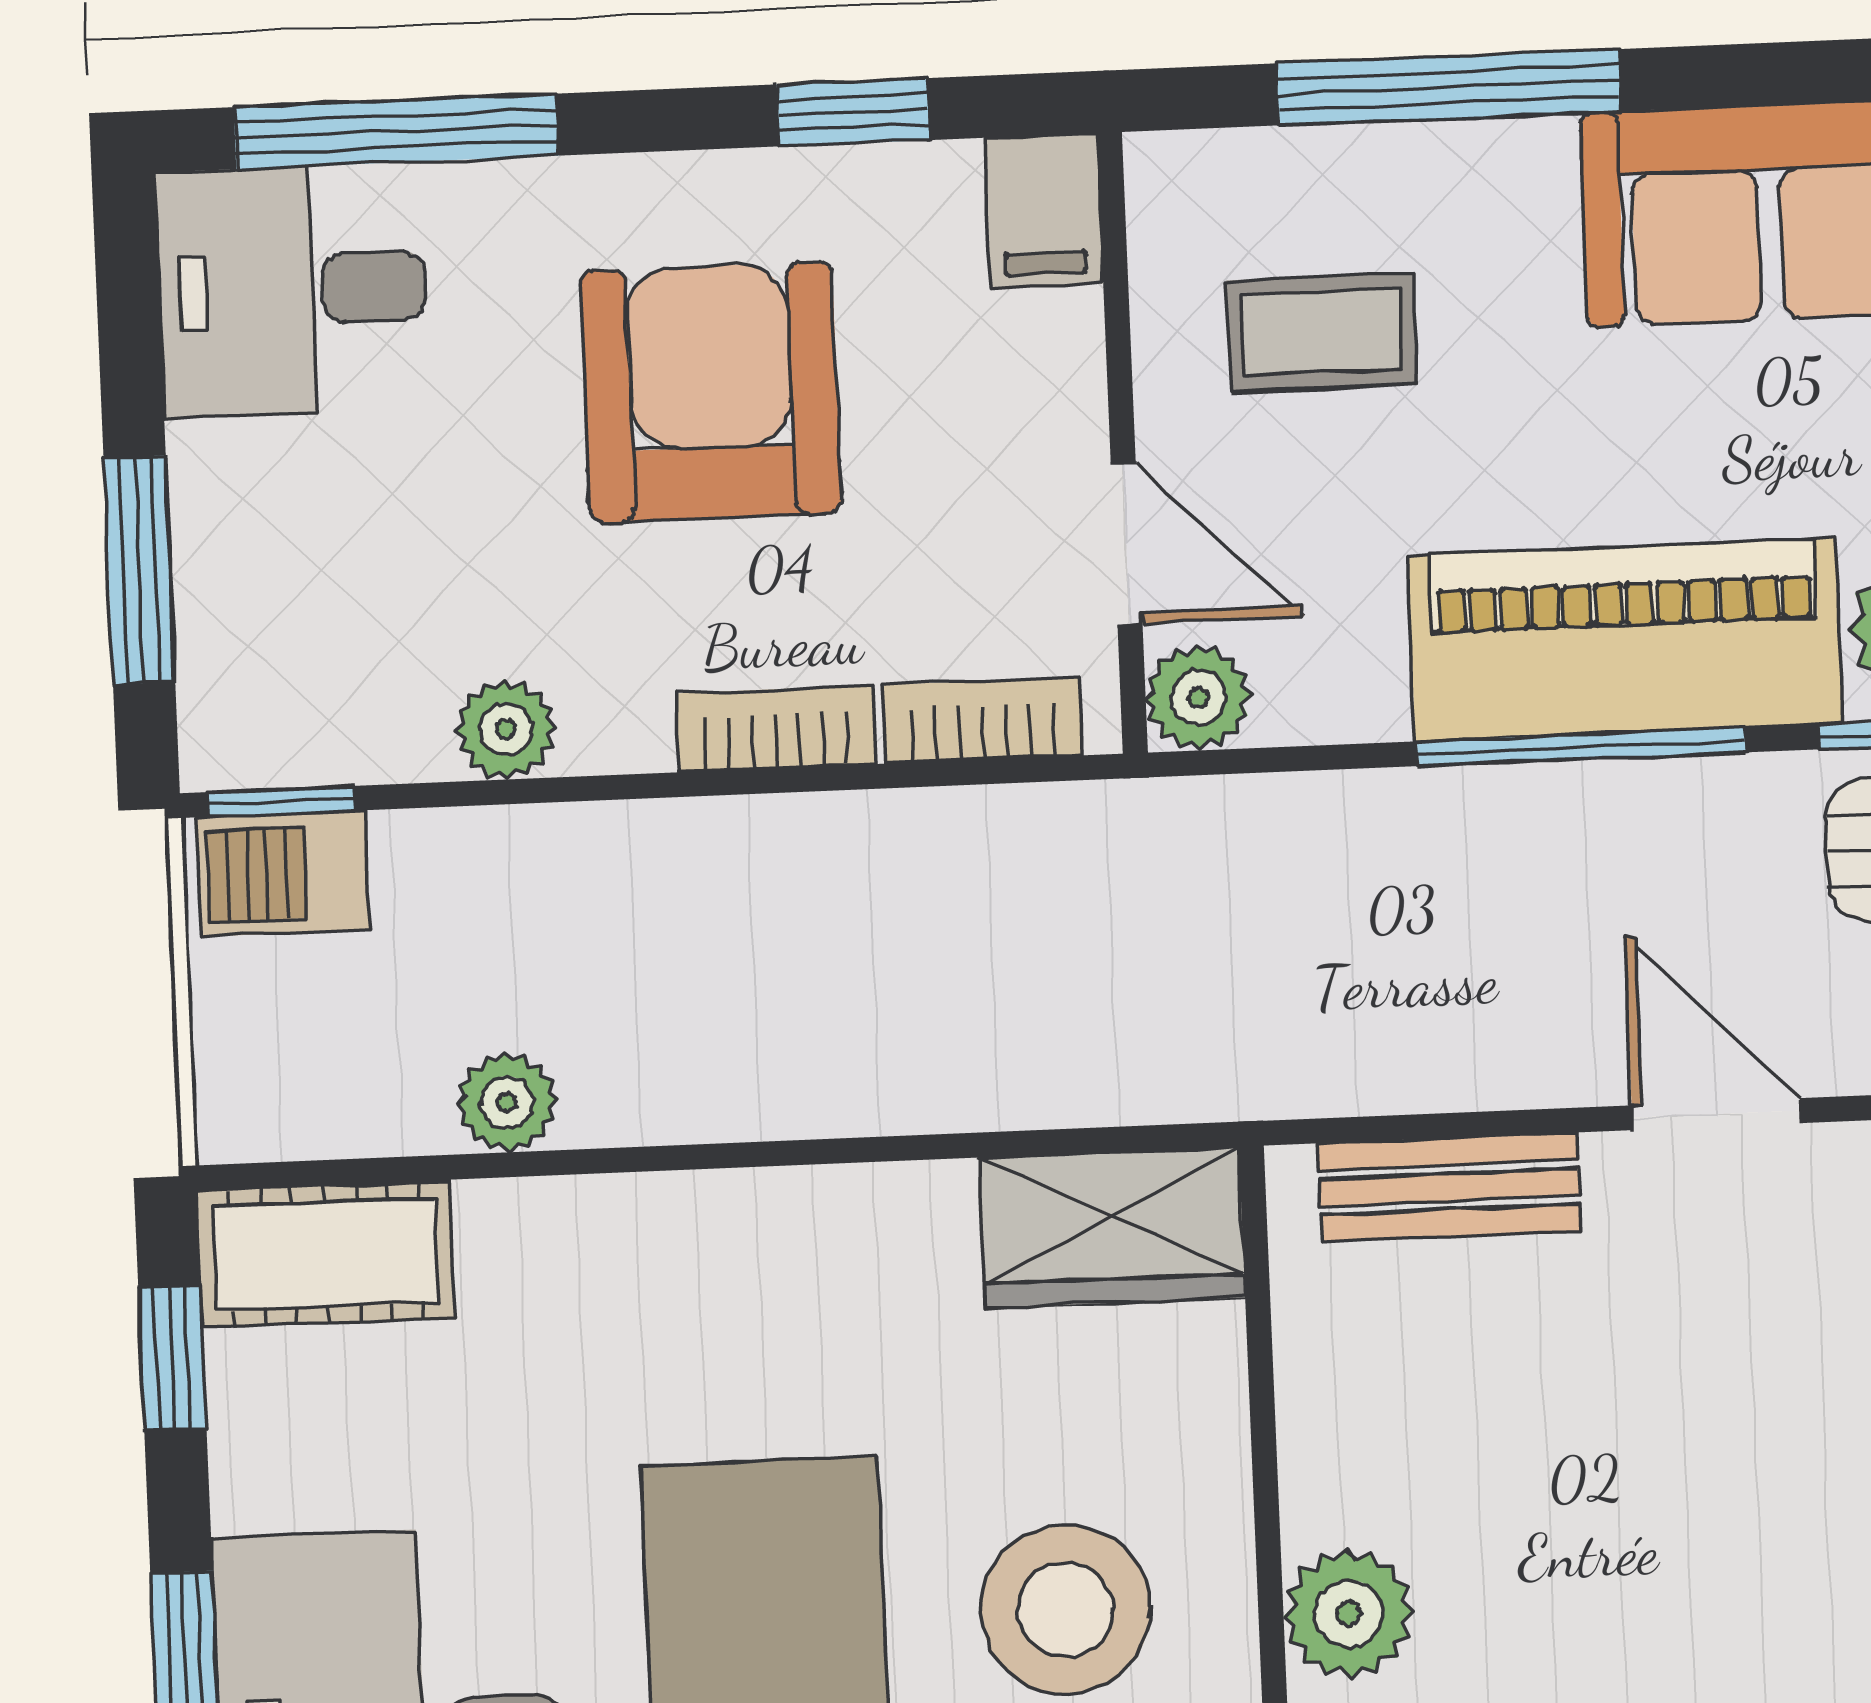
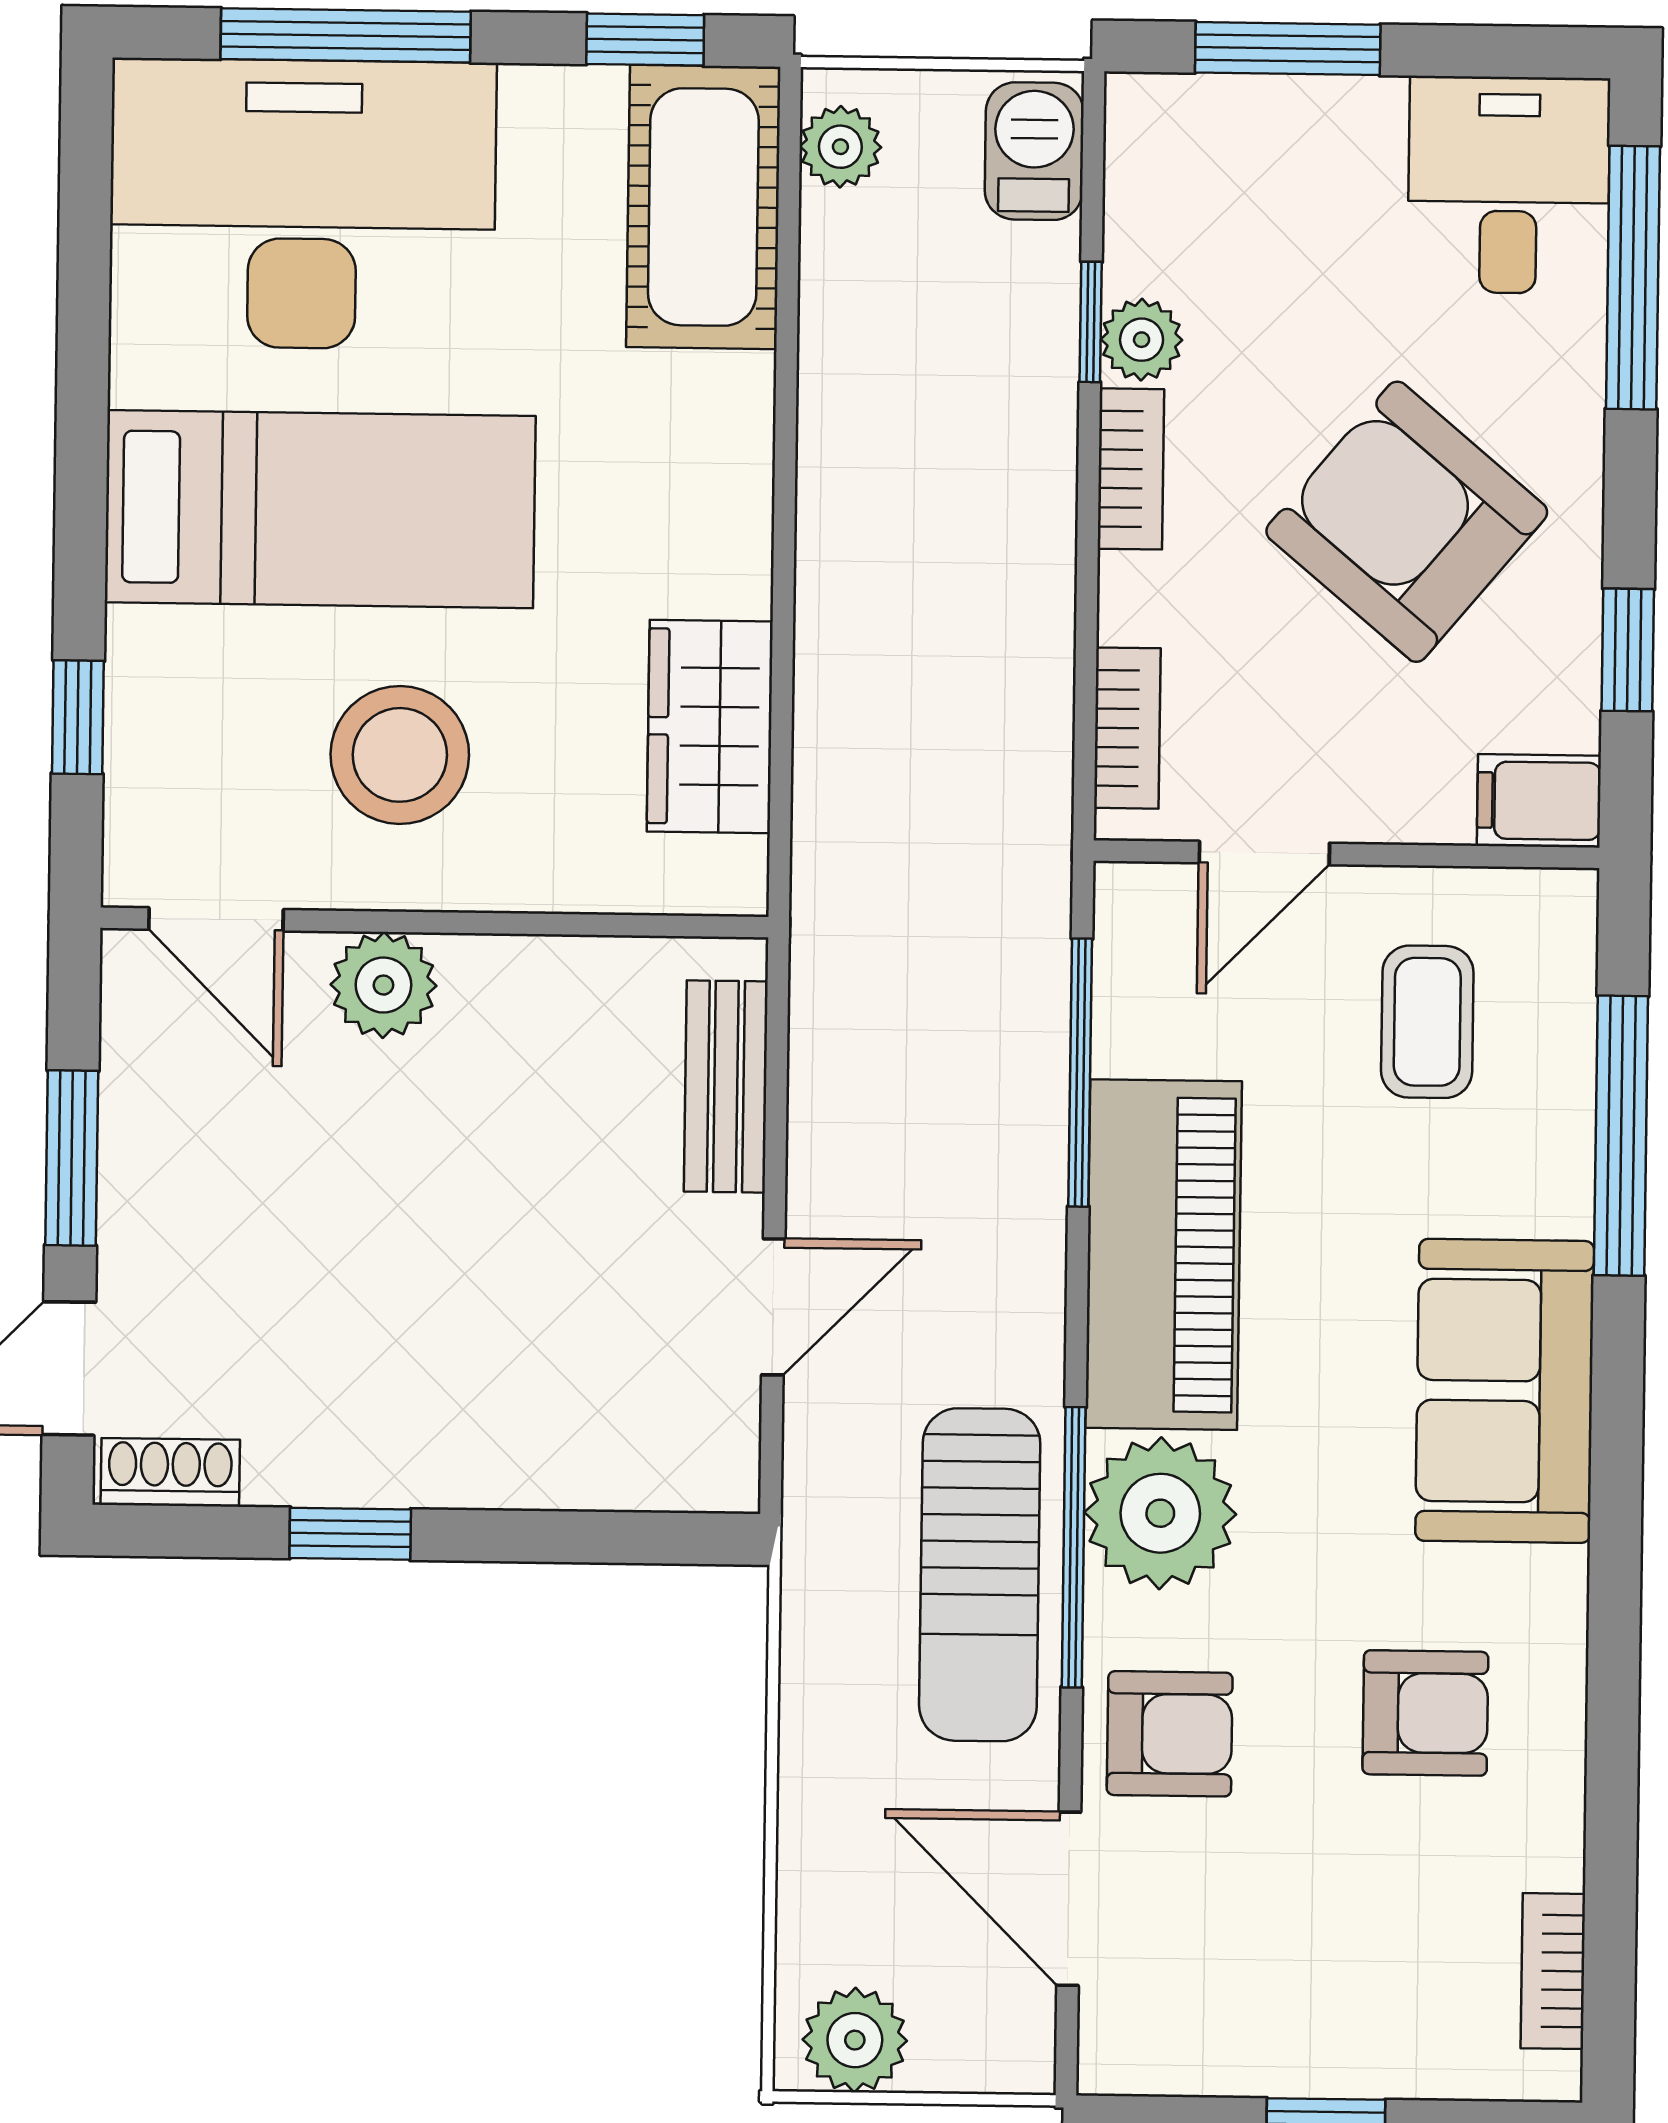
armchair: (711, 392) -> (1407, 522), turned -140
plant: (1198, 698) -> (1136, 904), removed
bookcase: (776, 729) -> (1131, 469), moved
window: (1581, 747) -> (1080, 1073), moved
window: (281, 801) -> (1091, 322), moved
plant: (507, 1102) -> (840, 147), moved
wardrobe: (1112, 1227) -> (710, 726), moved
cot: (326, 1254) -> (703, 207), width x1.37, depth x1.34

